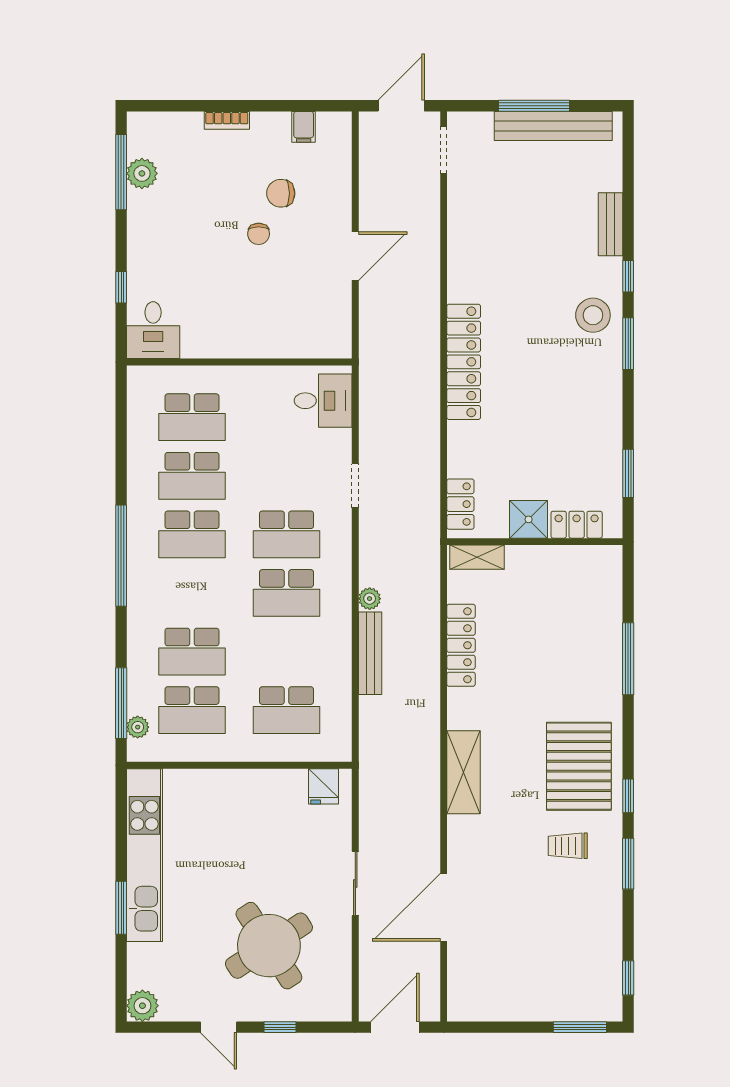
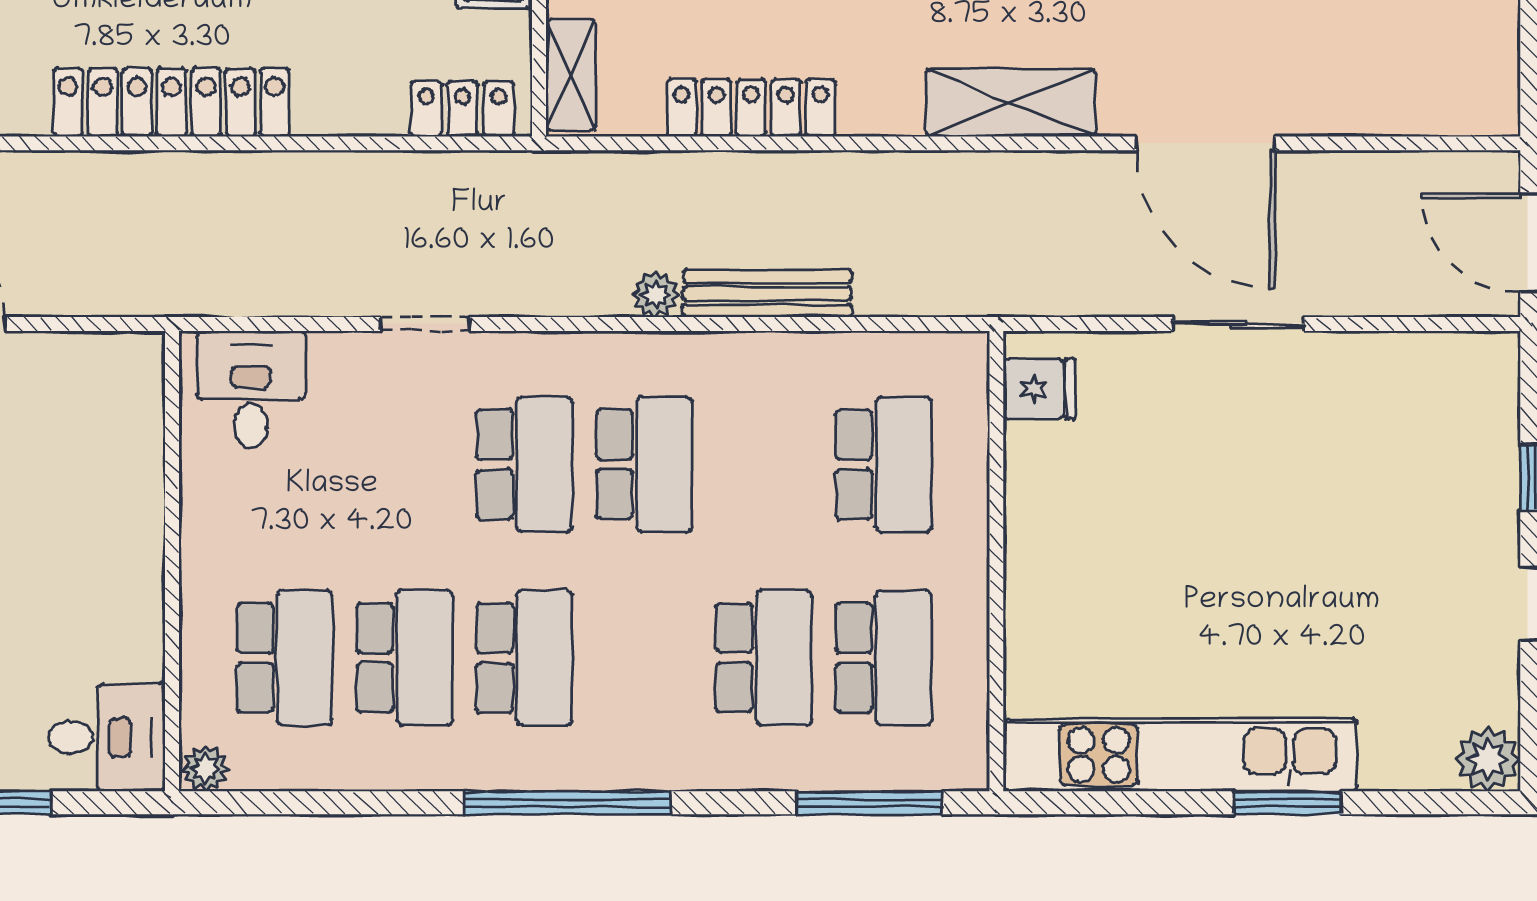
plant: (138, 727) -> (205, 769), moved
door: (444, 907) -> (1205, 143), moved
round table: (269, 946) -> (1365, 500), removed

